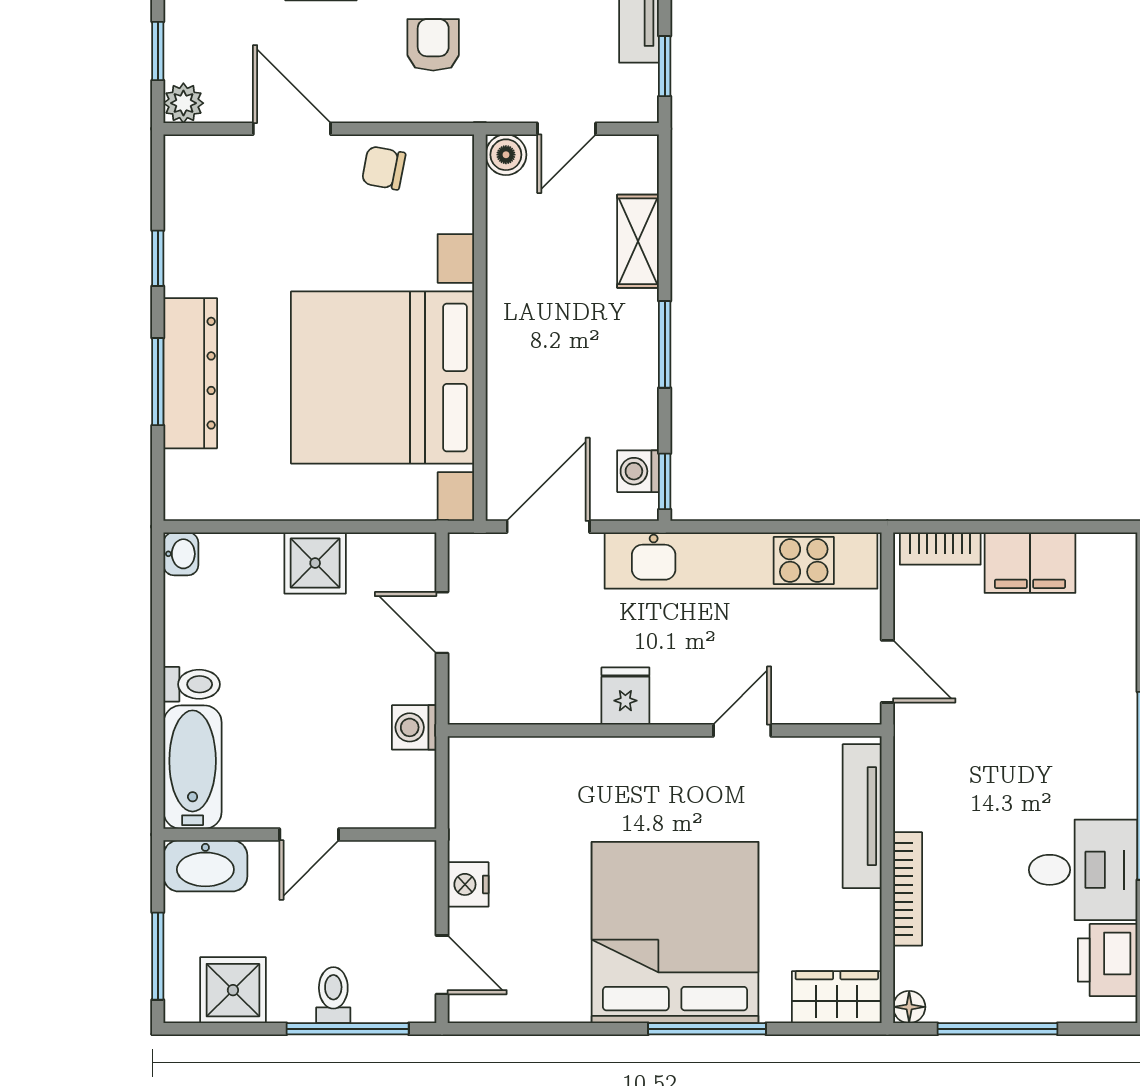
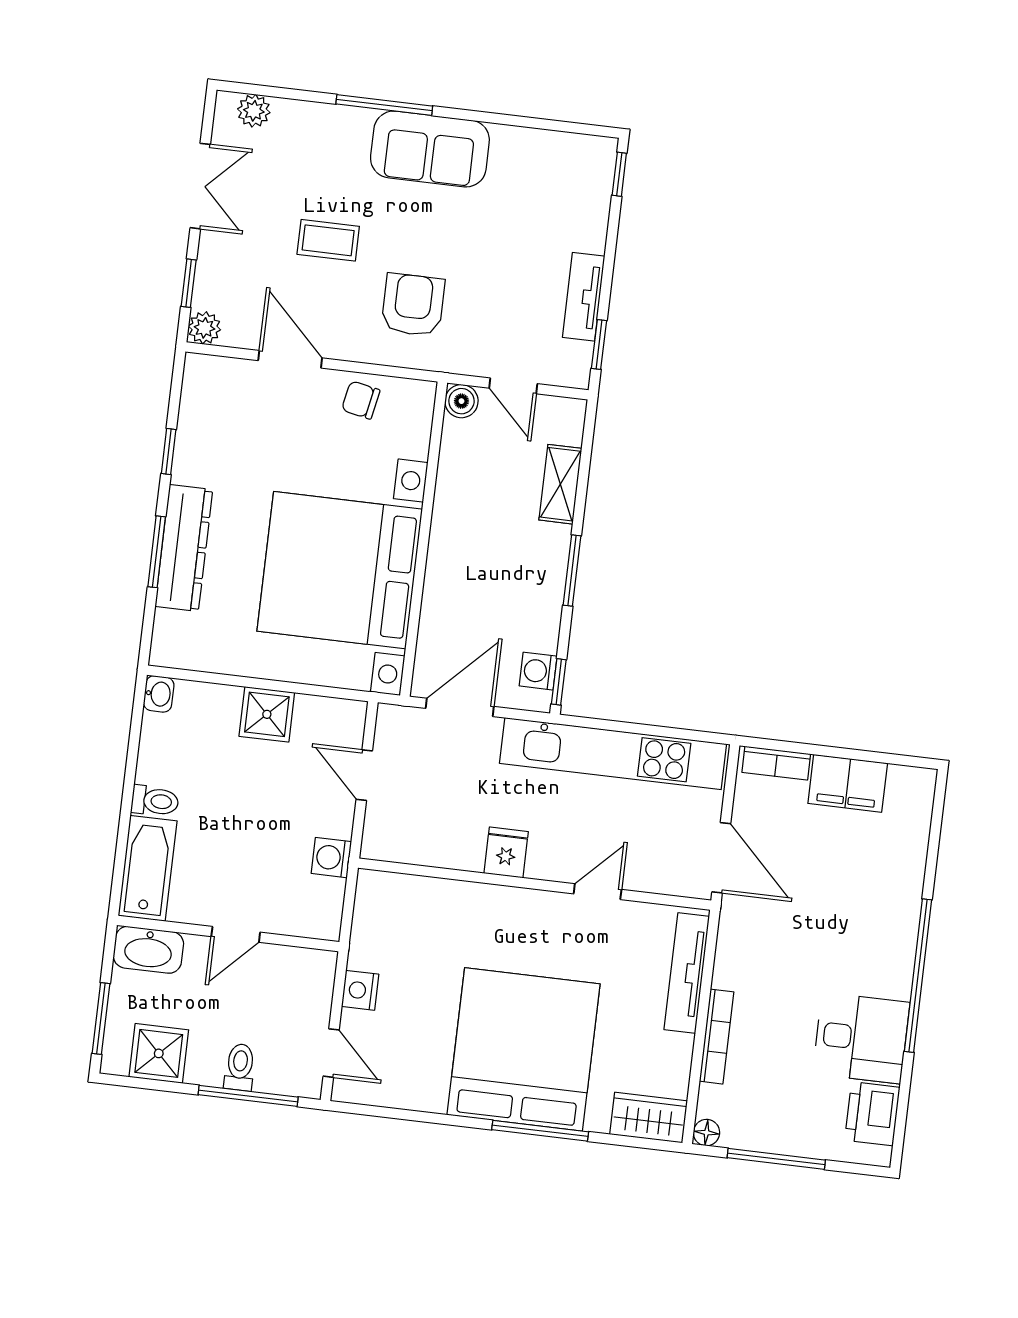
armchair: (433, 45) -> (413, 305), width x1.38, depth x1.38
door: (567, 129) -> (513, 386), hinge flipped
door: (887, 671) -> (721, 858), width x1.38

